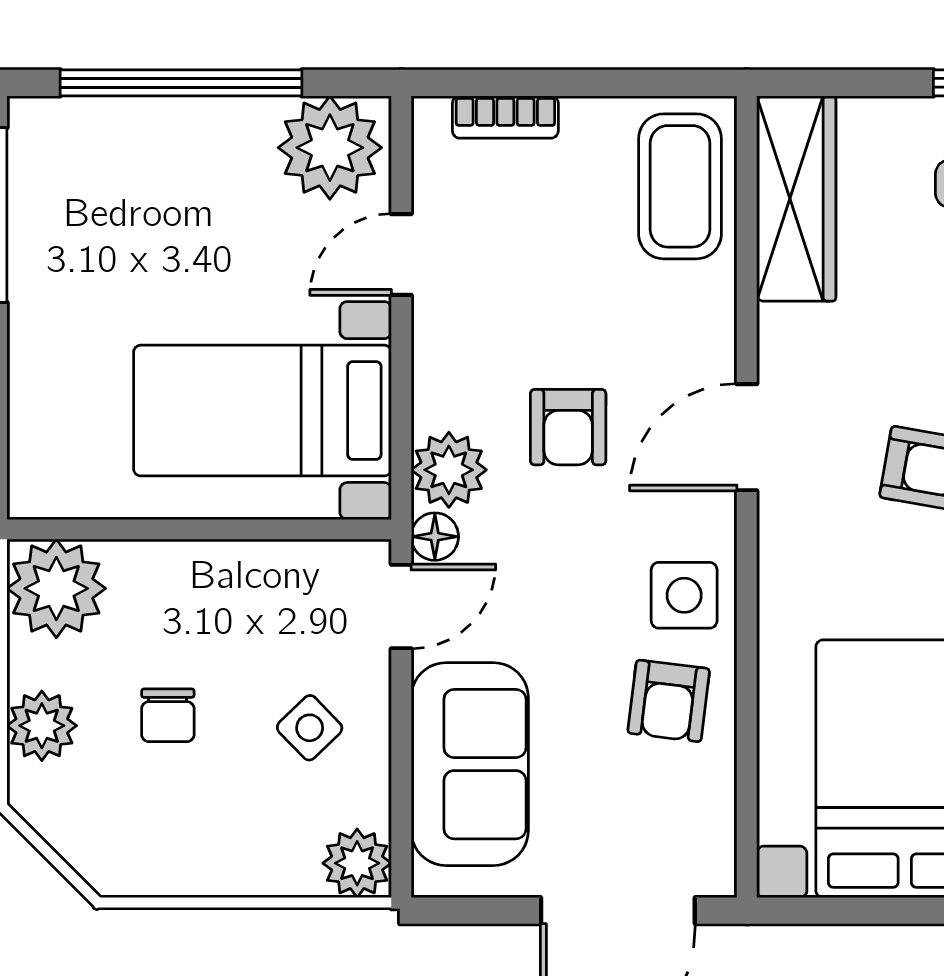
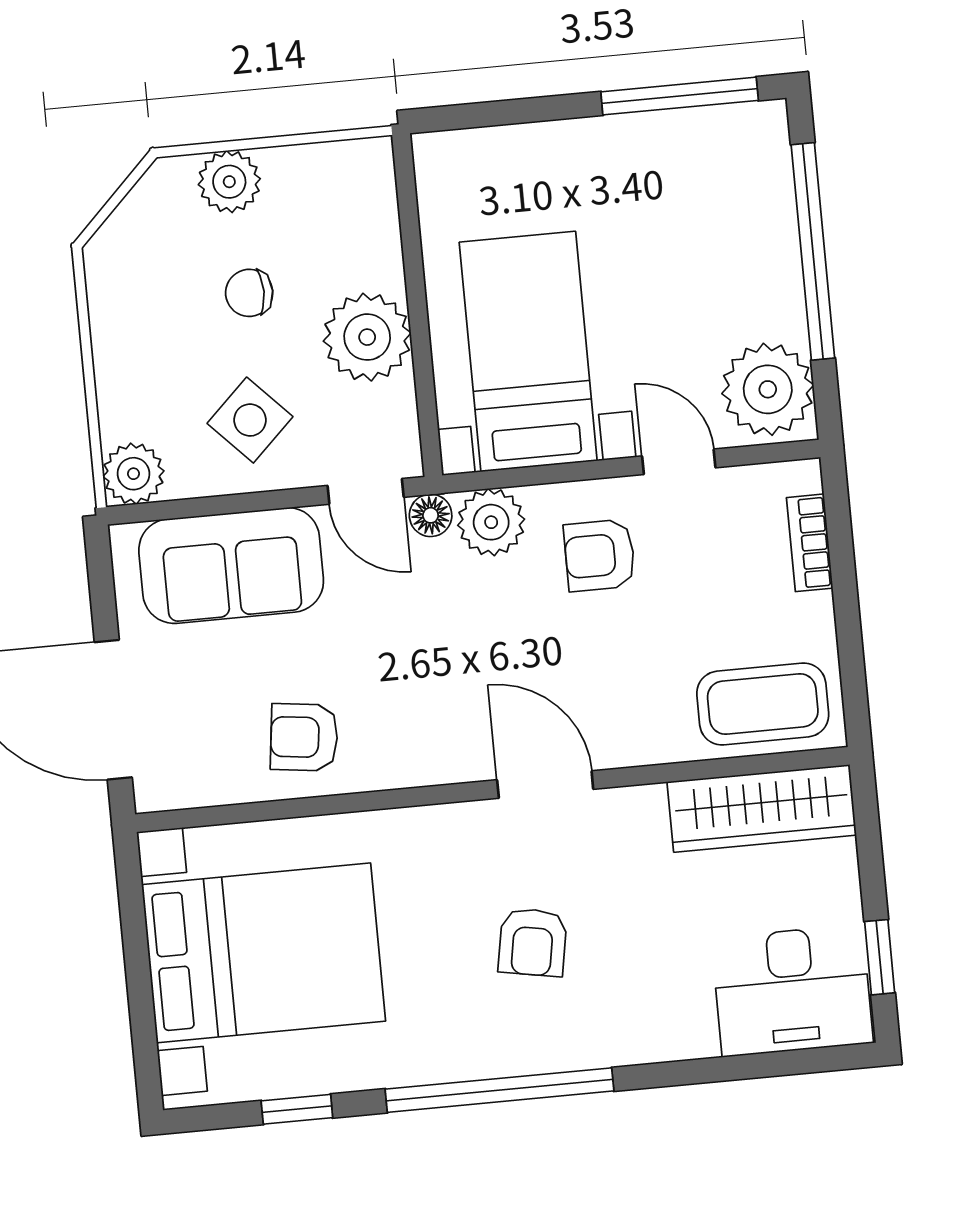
armchair: (568, 427) -> (600, 555), moved
plant: (56, 588) -> (367, 337), moved
side table: (684, 595) -> (399, 742), removed
side table: (310, 728) -> (250, 420), width x1.37, depth x1.37

